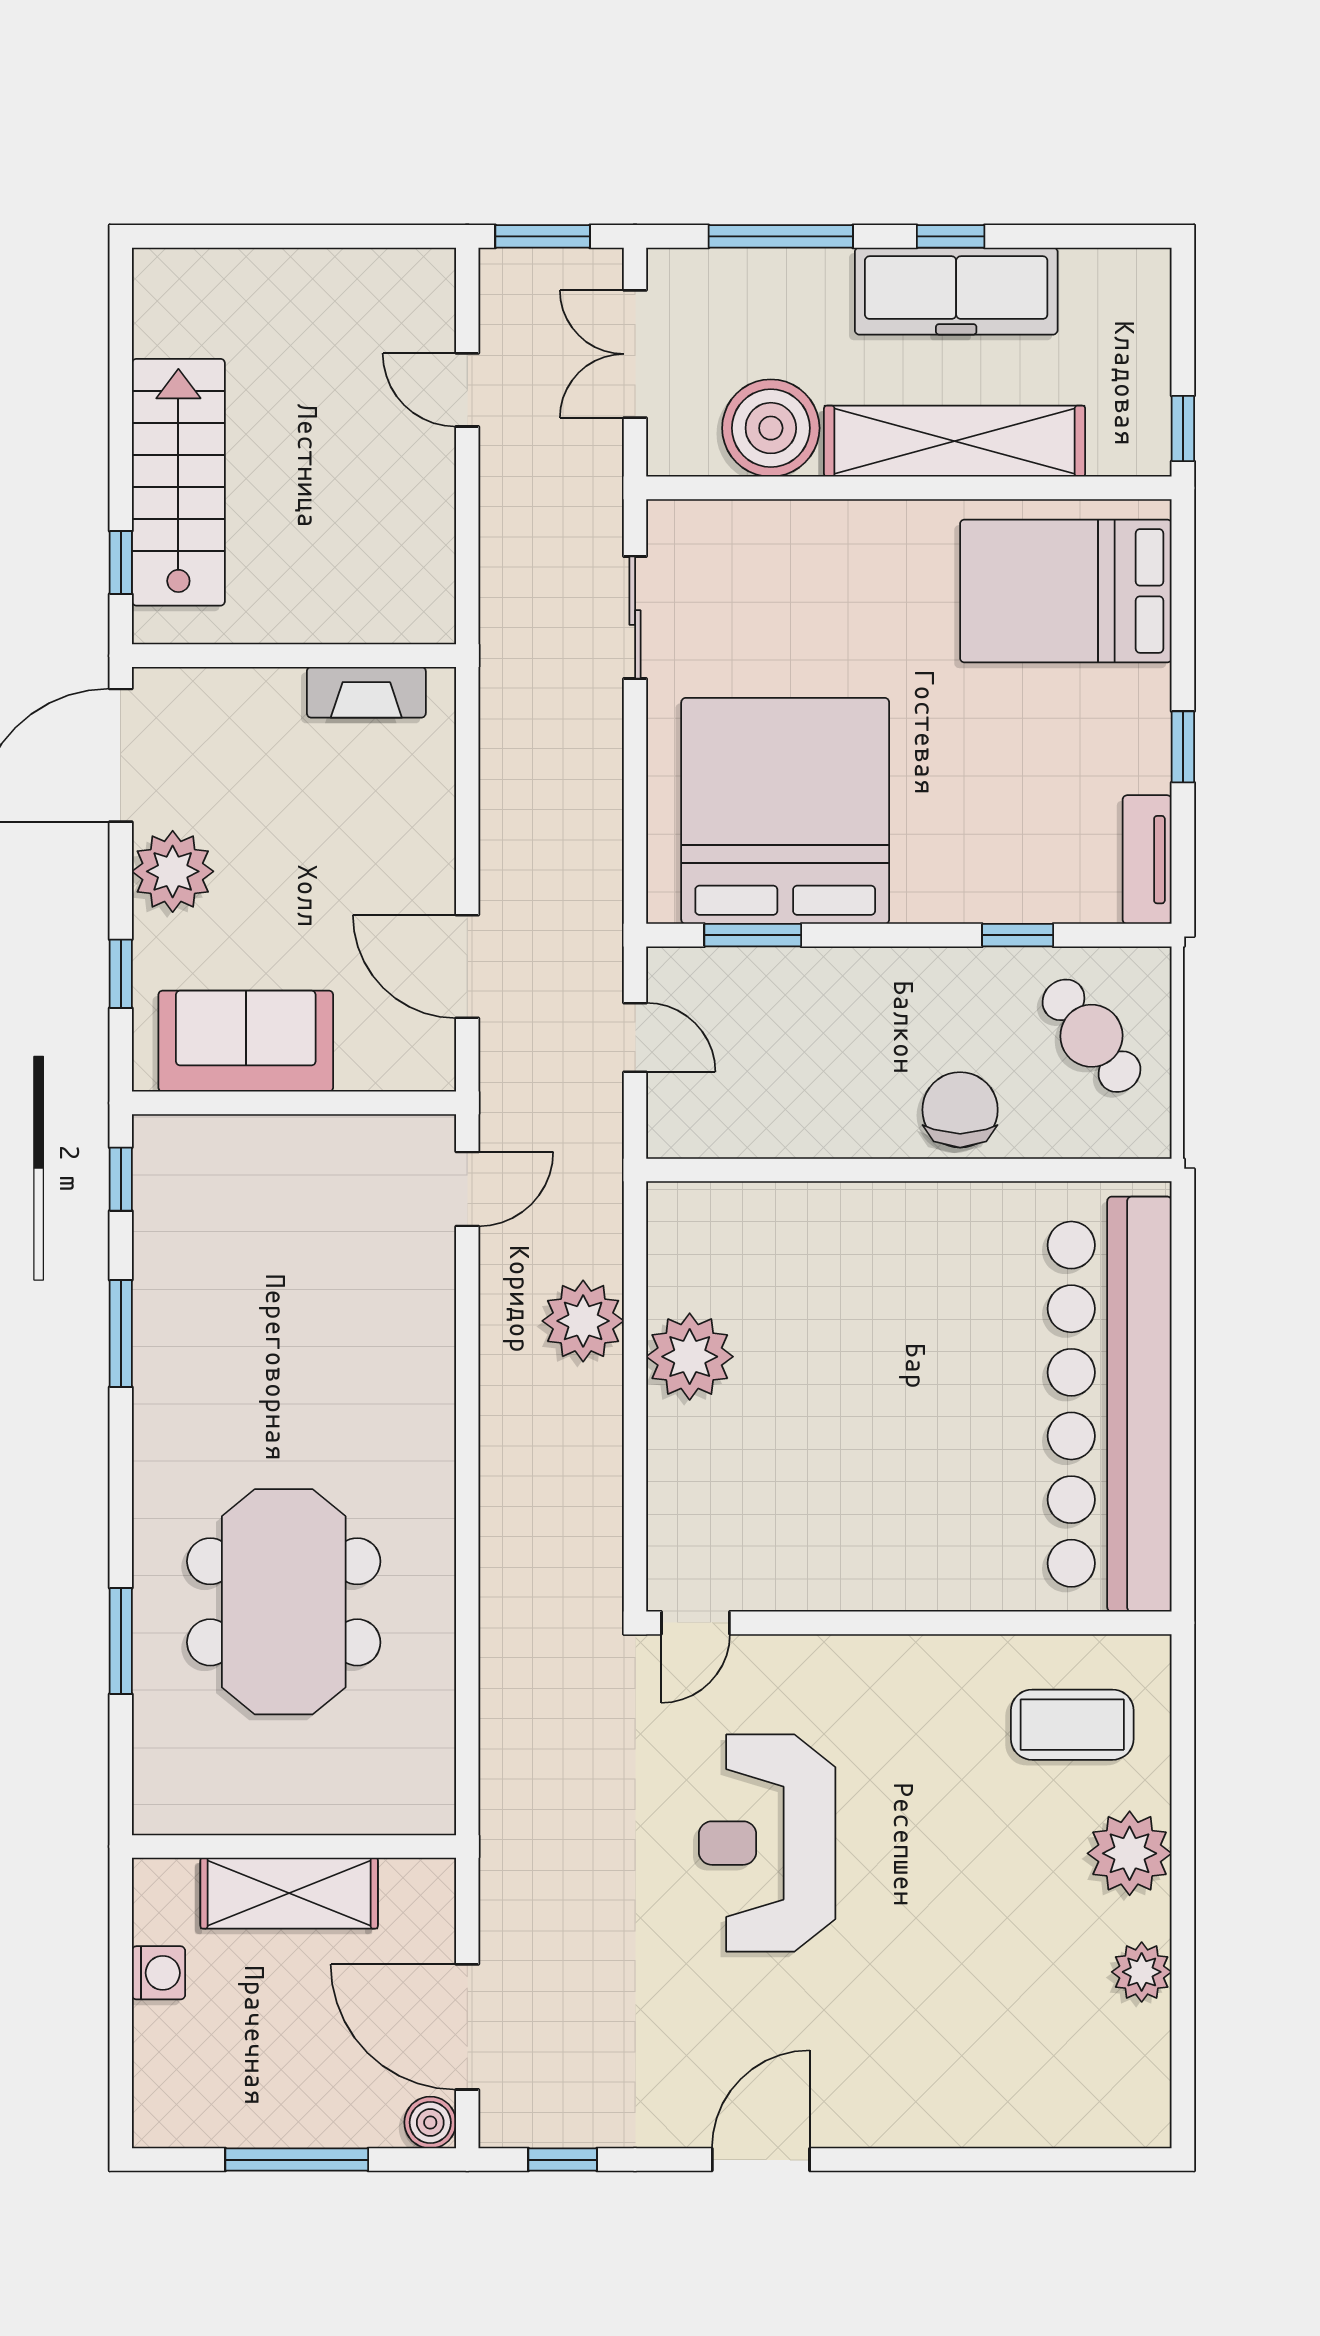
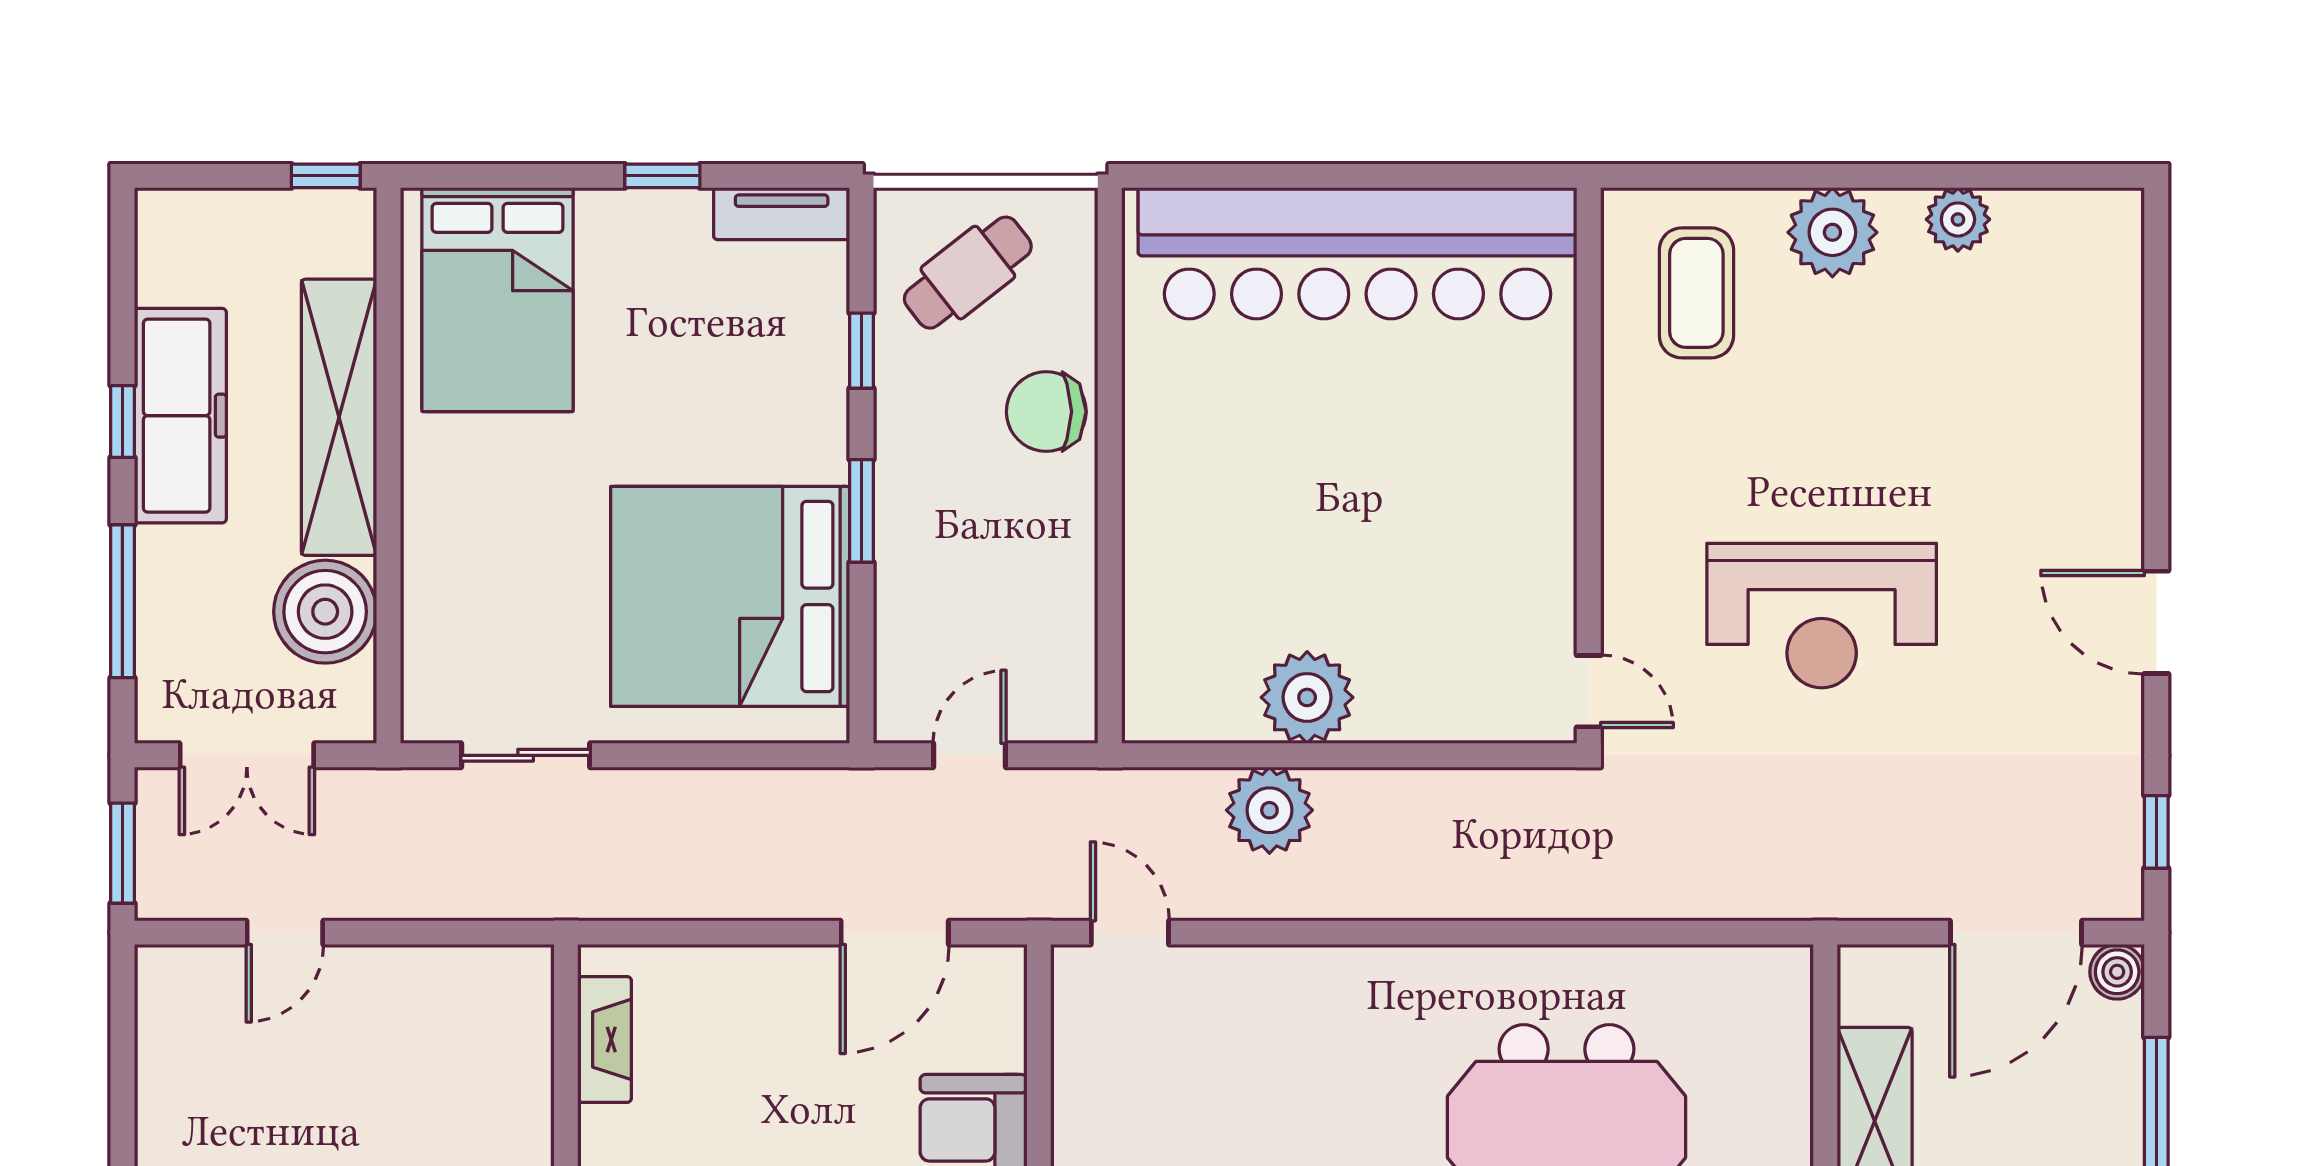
window: (753, 935) -> (861, 511), moved

